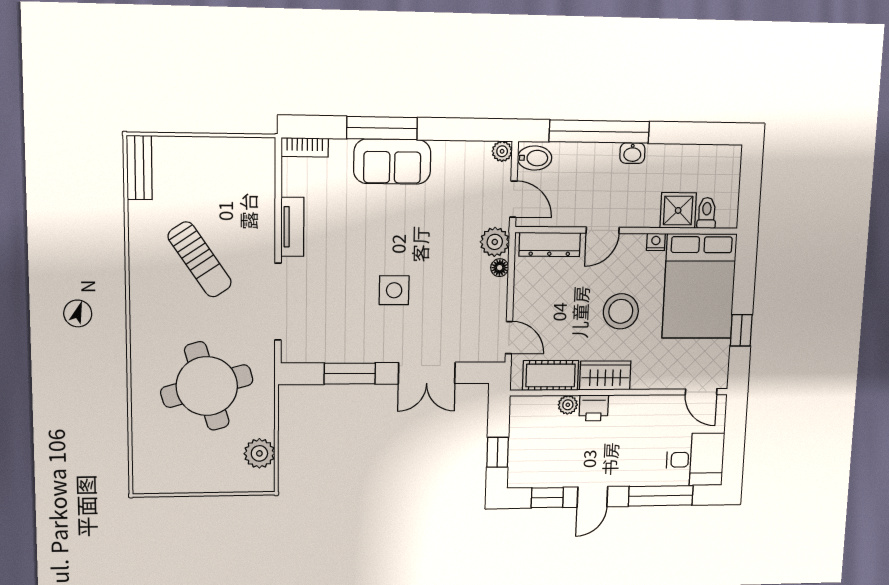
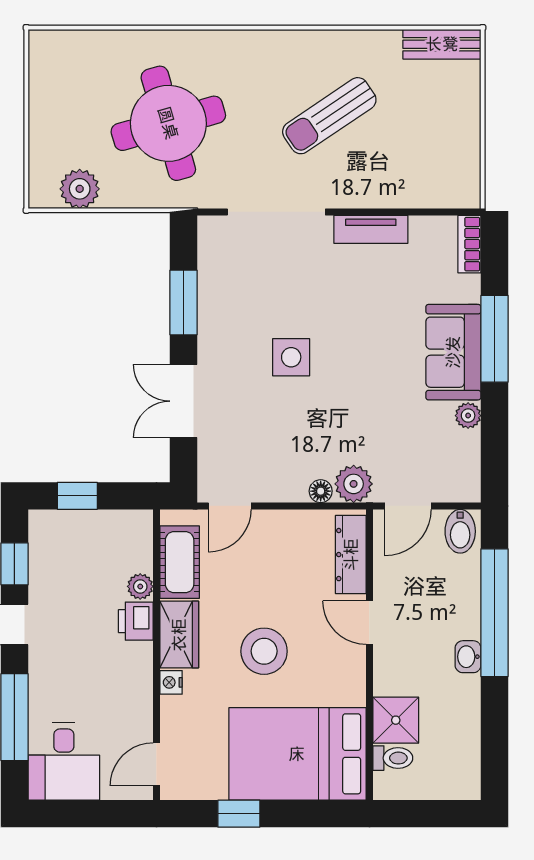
plant: (502, 151) -> (468, 416), moved
nightstand: (656, 242) -> (171, 682), moved, turned 180

